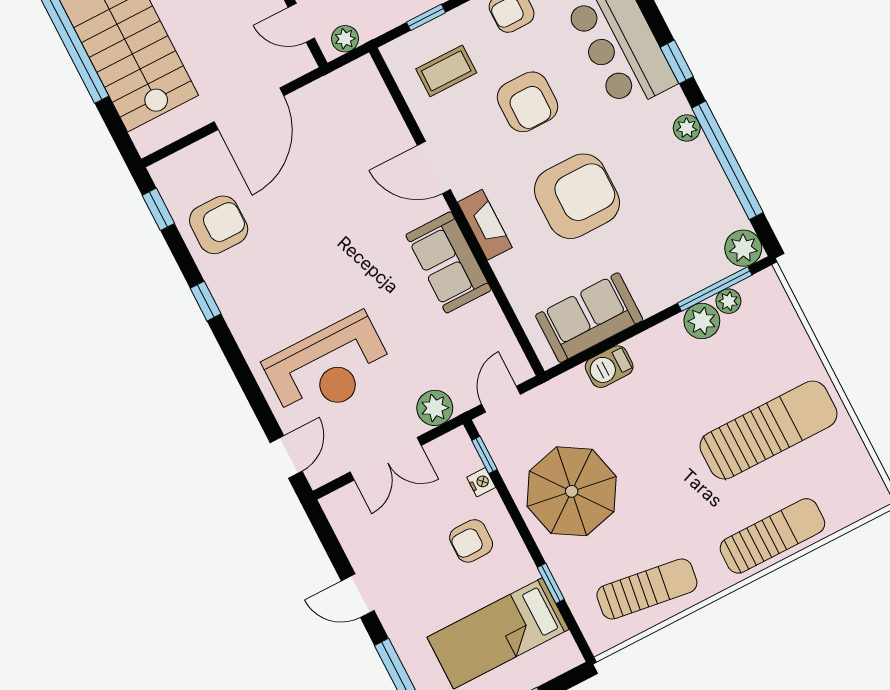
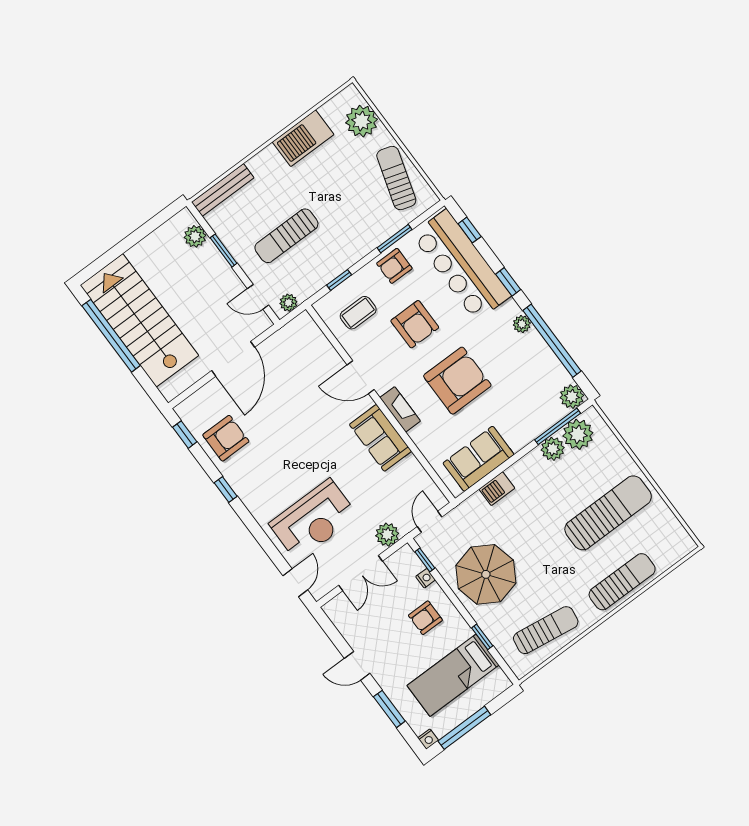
plant: (728, 301) -> (578, 434), width x1.88, depth x1.88

